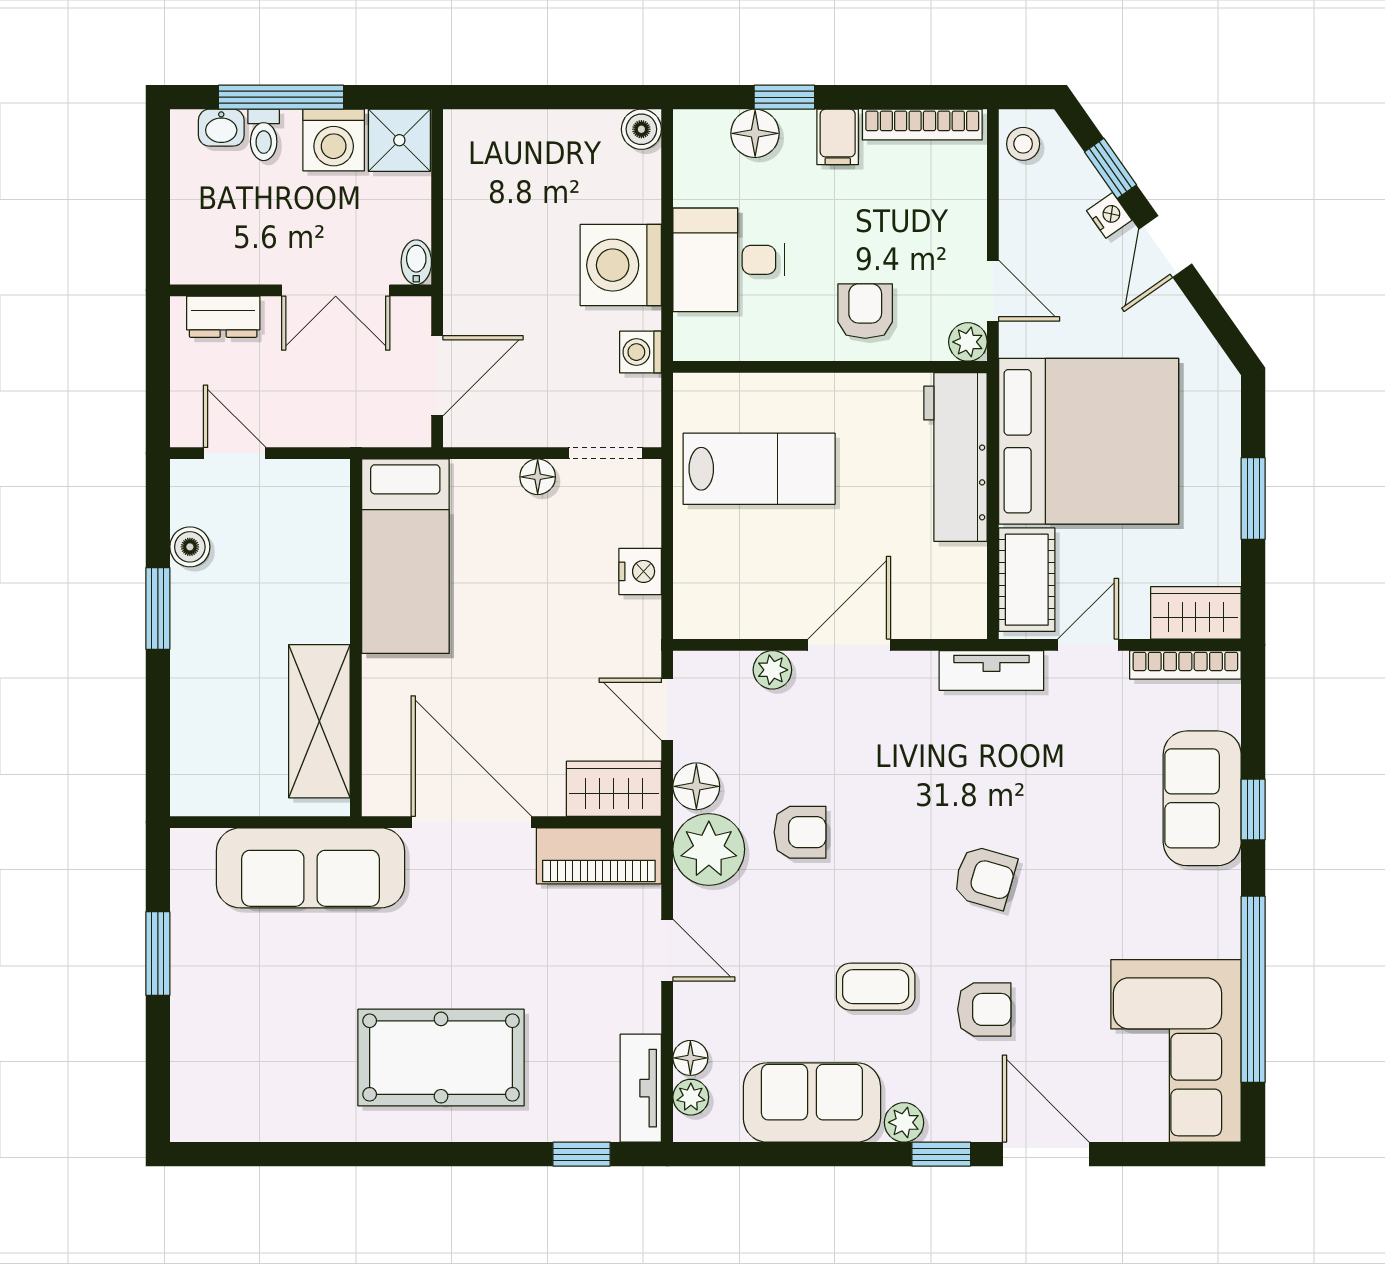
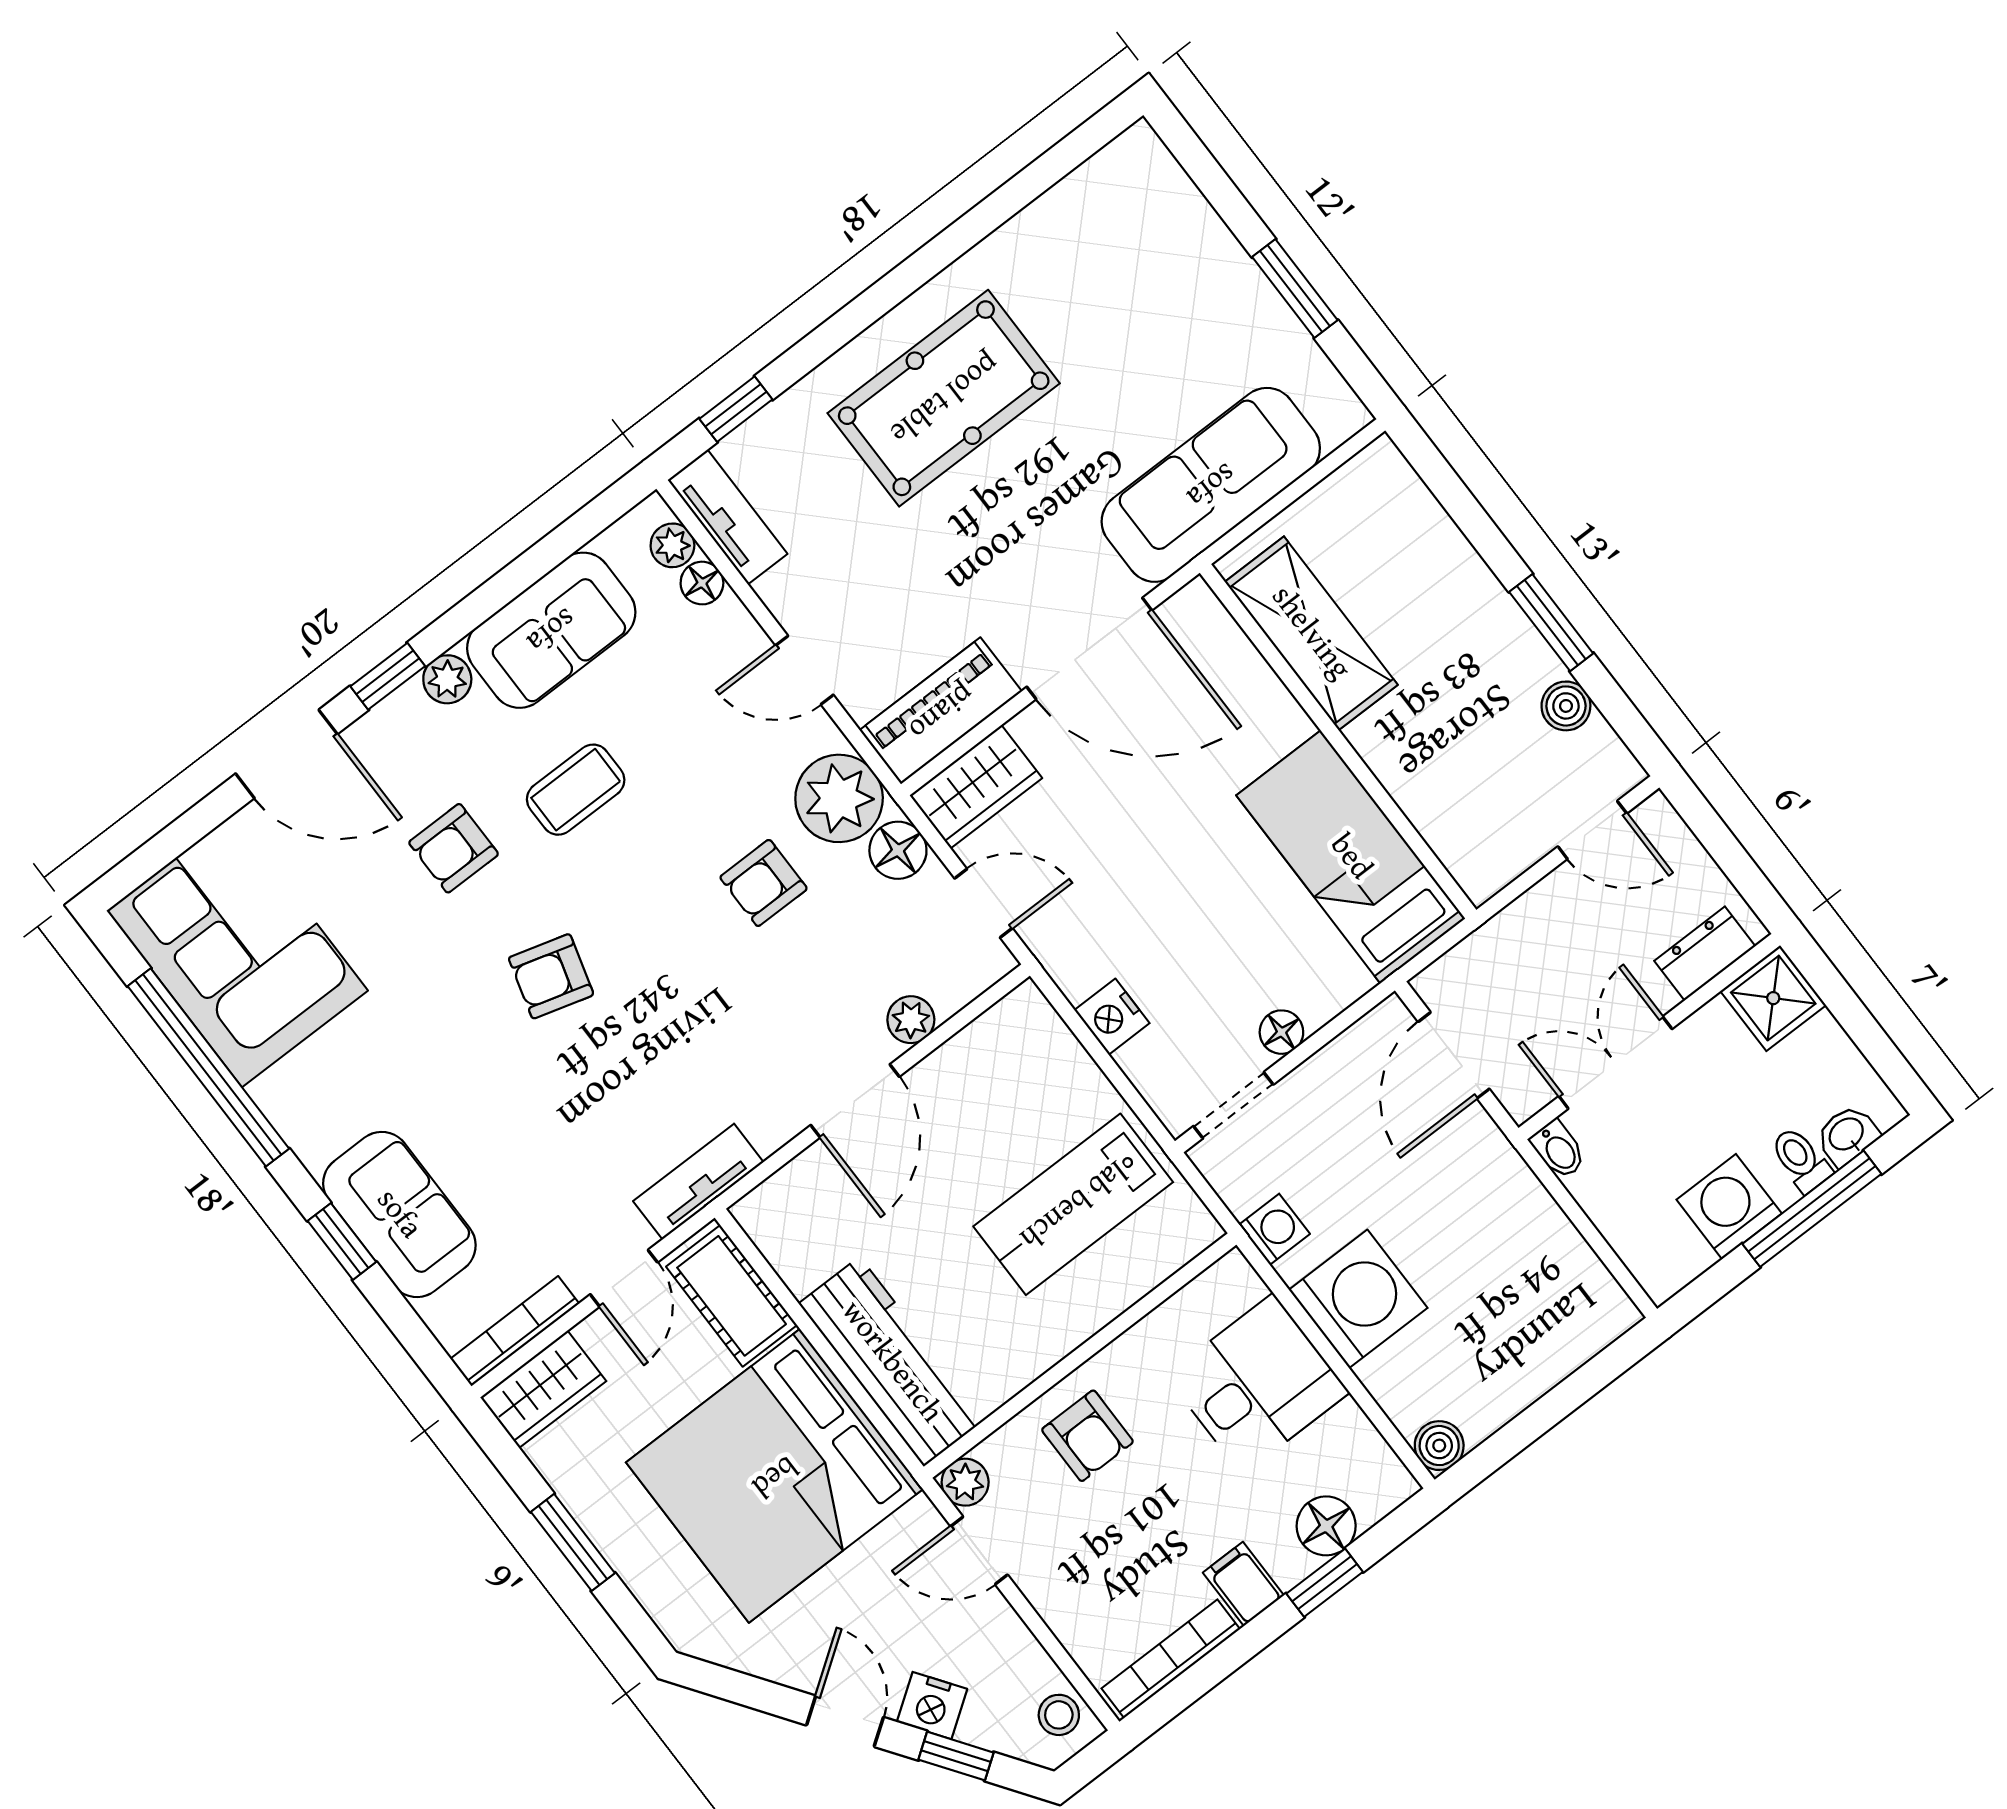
shower: (399, 140) -> (1773, 998), moved
nightstand: (1109, 215) -> (932, 1706), width x1.39, depth x1.35

